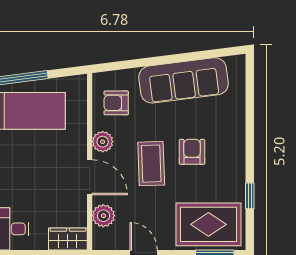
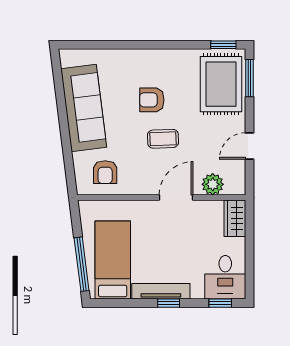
plant: (103, 142) -> (142, 185), removed
coffee table: (151, 164) -> (163, 139), width x0.73, depth x0.77
window: (250, 196) -> (223, 45), moved

